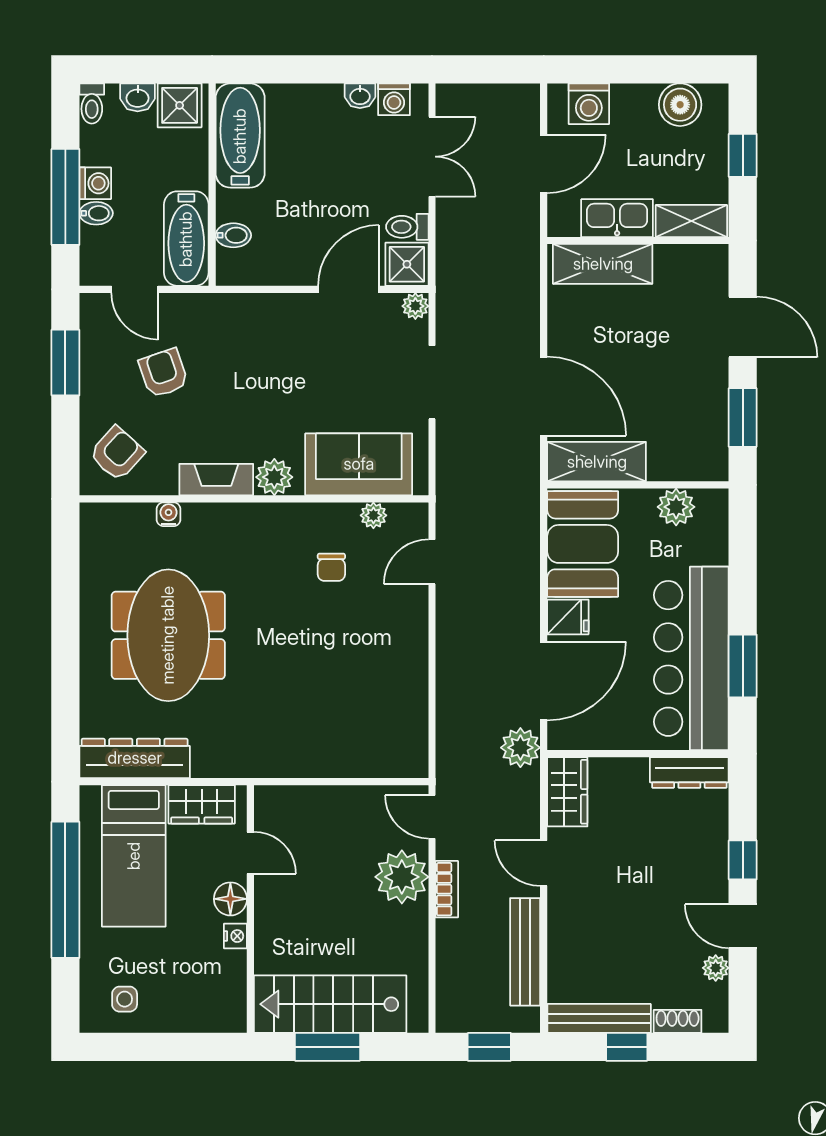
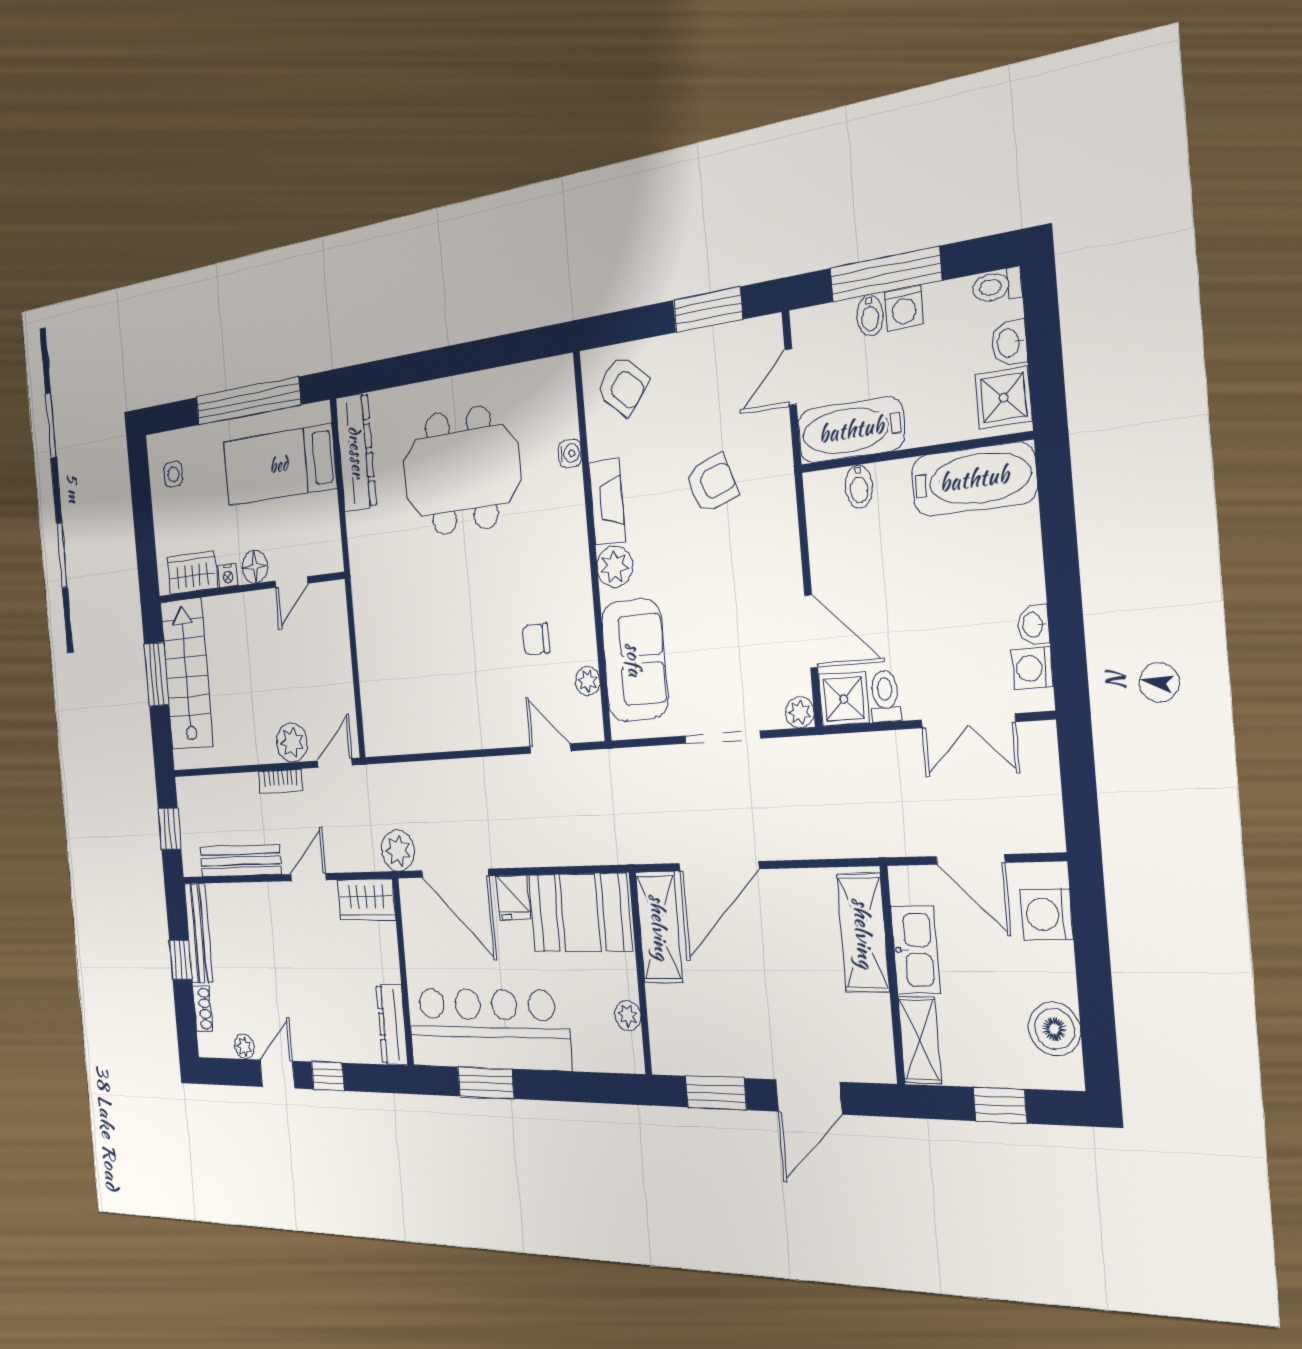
armchair: (164, 373) -> (712, 484), moved
plant: (676, 507) -> (628, 1016), width x0.73, depth x0.73
wardrobe: (202, 804) -> (192, 573), moved, turned 90
plant: (402, 877) -> (292, 743), width x0.73, depth x0.73

